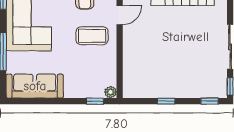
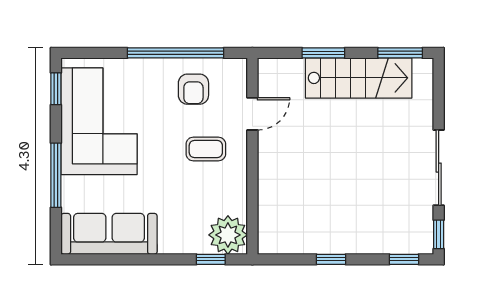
coffee table: (92, 36) -> (206, 149), width x0.73, depth x0.77
plant: (111, 92) -> (228, 235), width x1.88, depth x1.88

